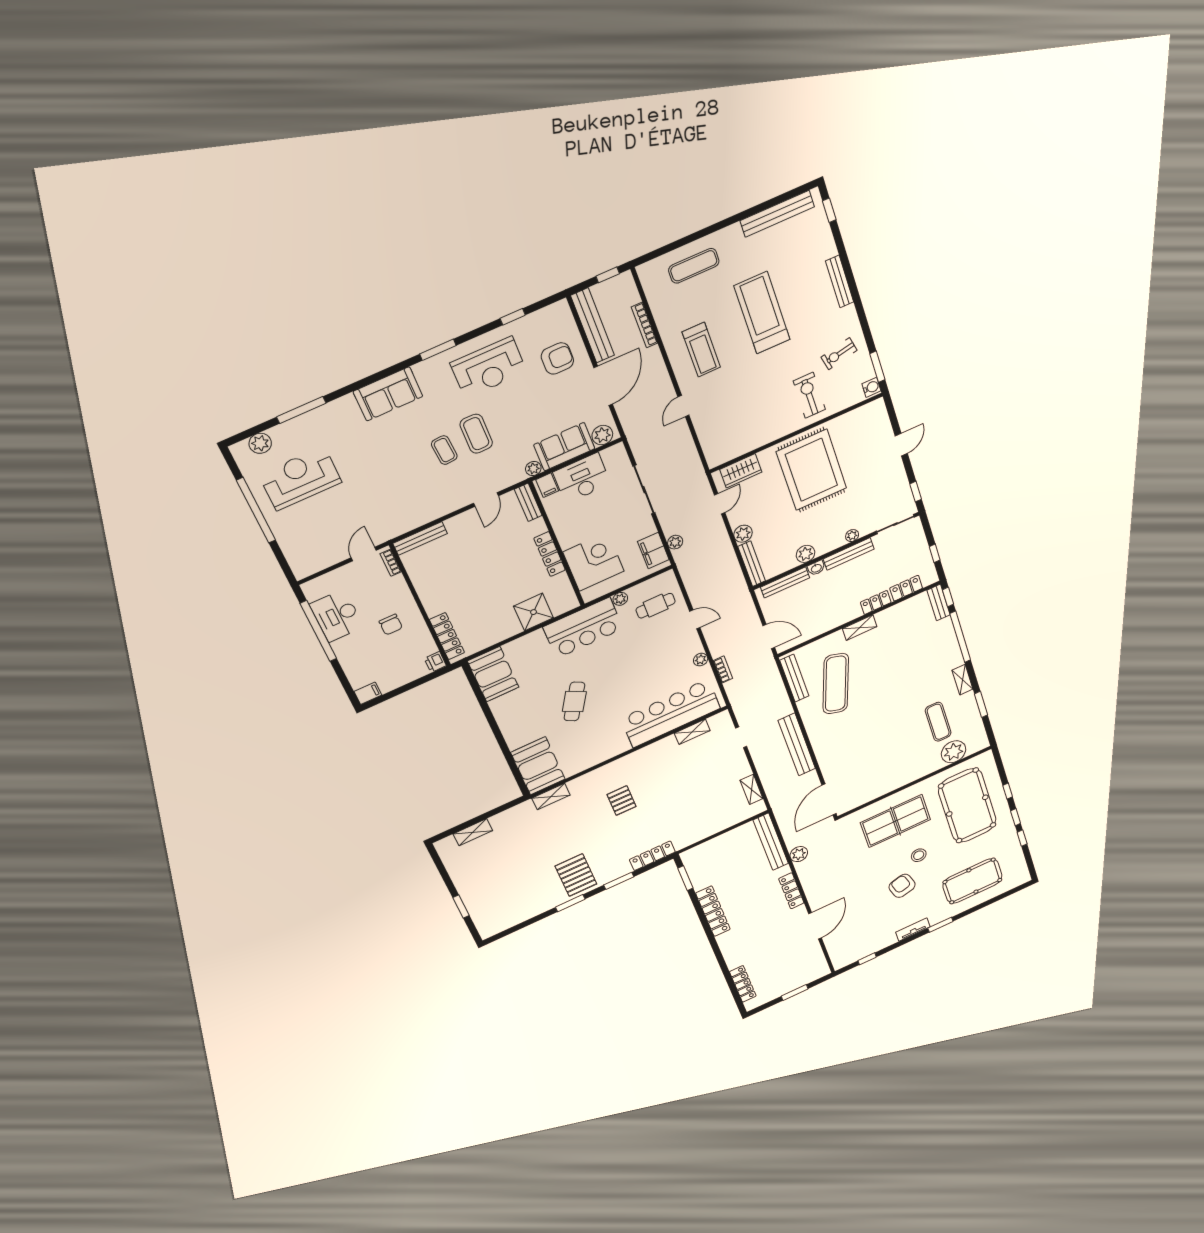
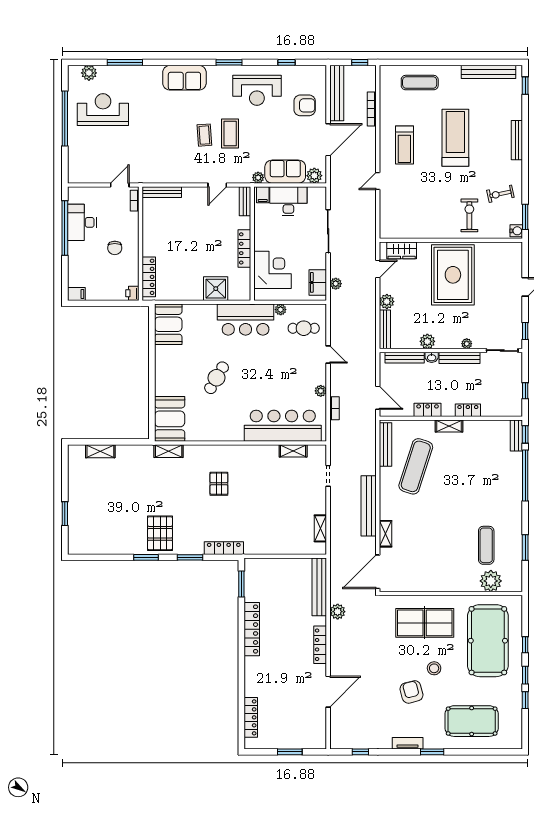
locker: (906, 588) -> (428, 410), moved
shelving: (962, 680) -> (386, 534), moved

